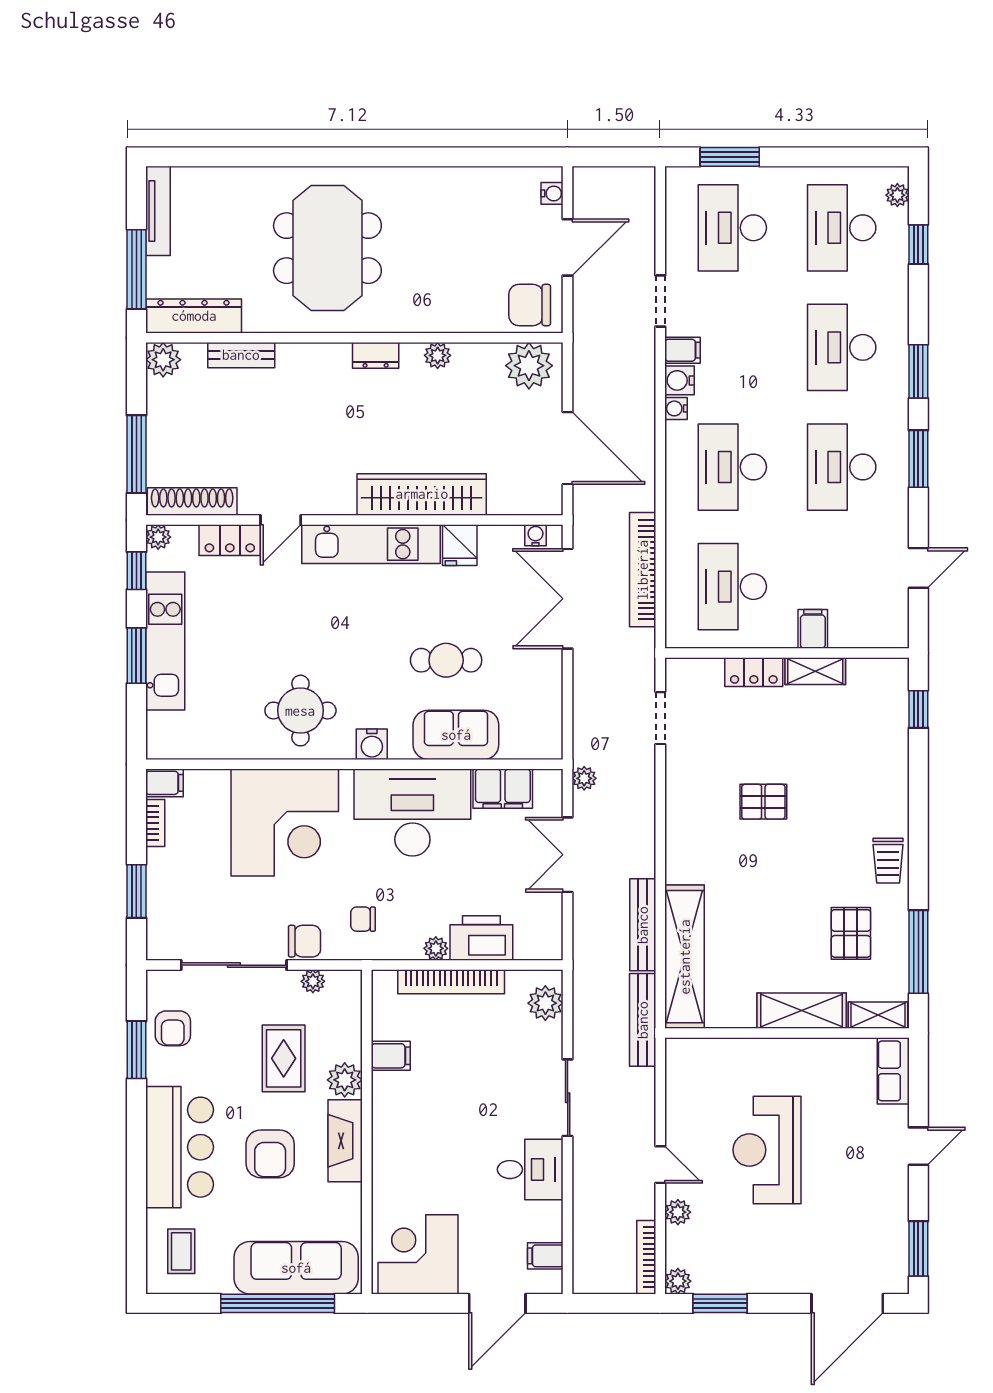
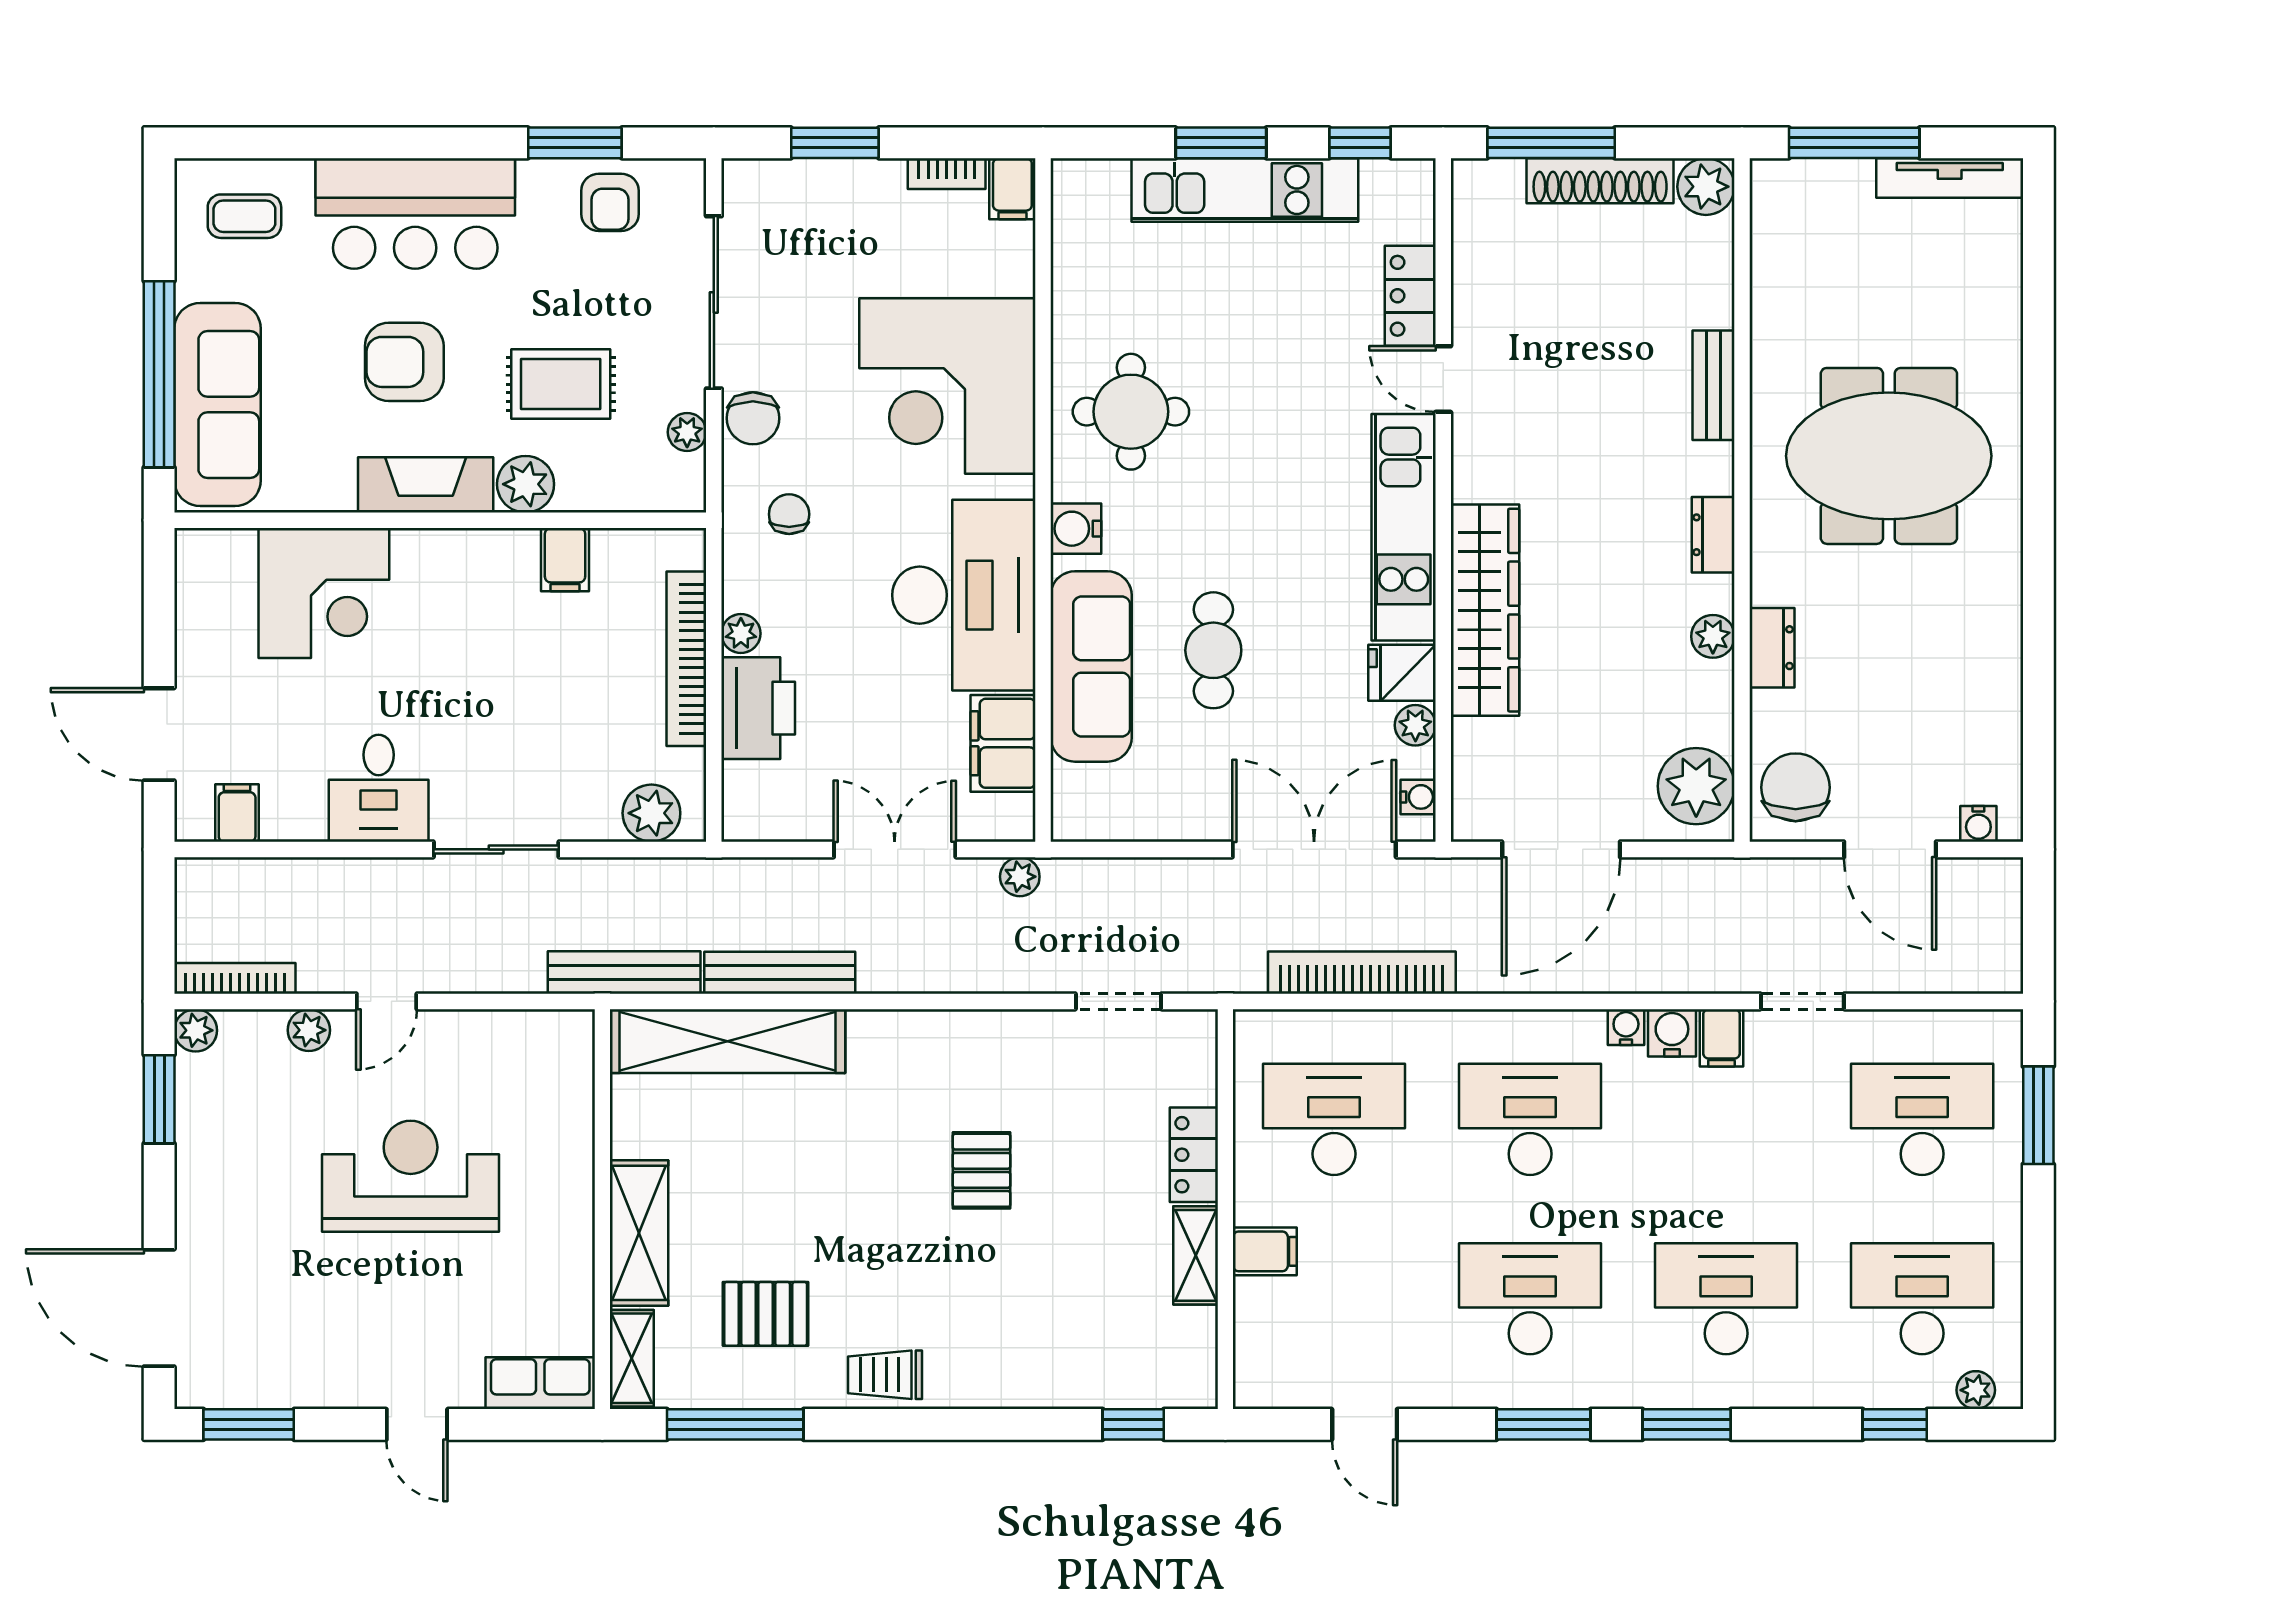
dresser: (194, 316) -> (1772, 648), moved, width x0.51, depth x0.80
bench: (241, 355) -> (1713, 385), moved
shoe rack: (192, 502) -> (1600, 181), moved, turned 90
plant: (158, 537) -> (1415, 725), moved
sofa: (456, 735) -> (1091, 666), width x1.36
armchair: (173, 1028) -> (610, 202), turned -90
corner desk: (418, 1254) -> (324, 593), moved, turned 90

